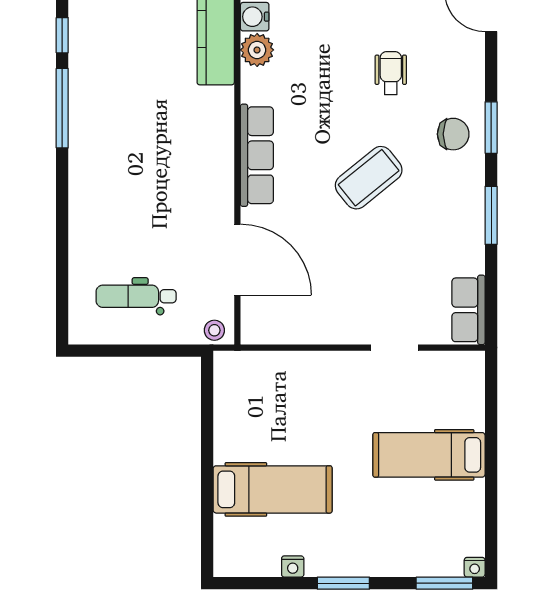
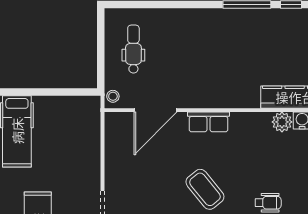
row of seats: (257, 155) -> (208, 122), width x0.68

